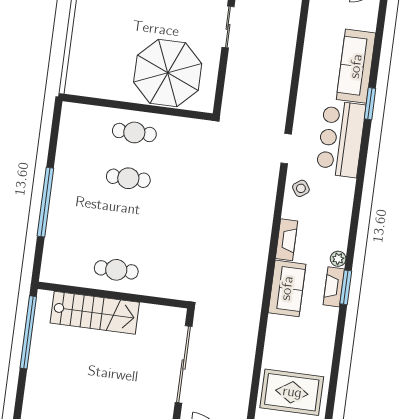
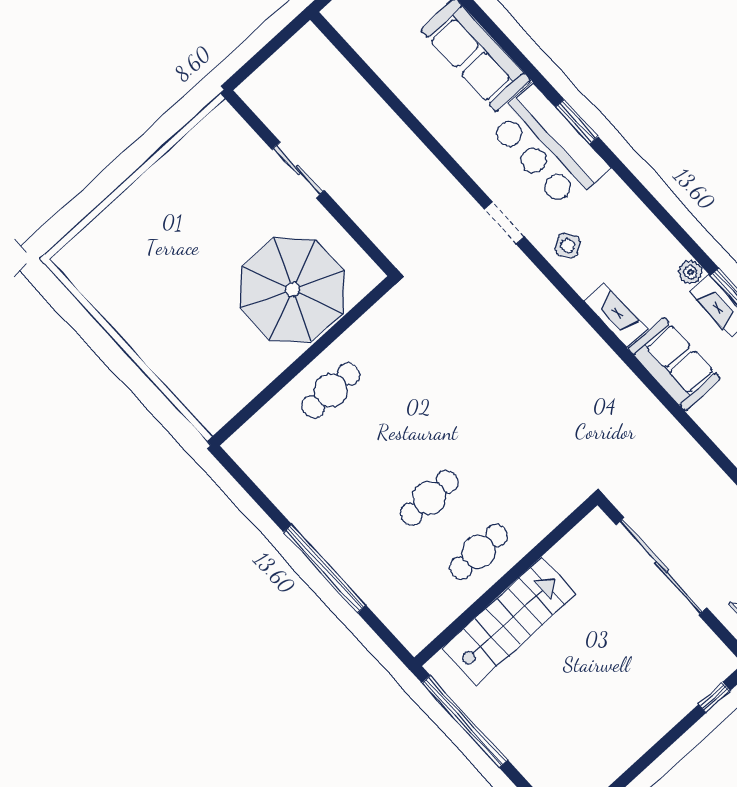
window: (370, 104) -> (577, 122), moved
cafe table: (128, 178) -> (429, 498), moved

